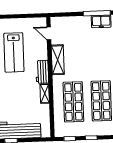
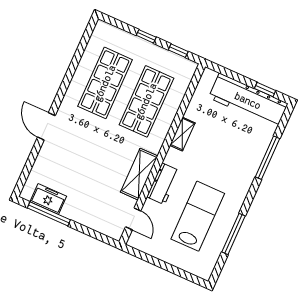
workbench: (42, 72) -> (163, 184), moved

